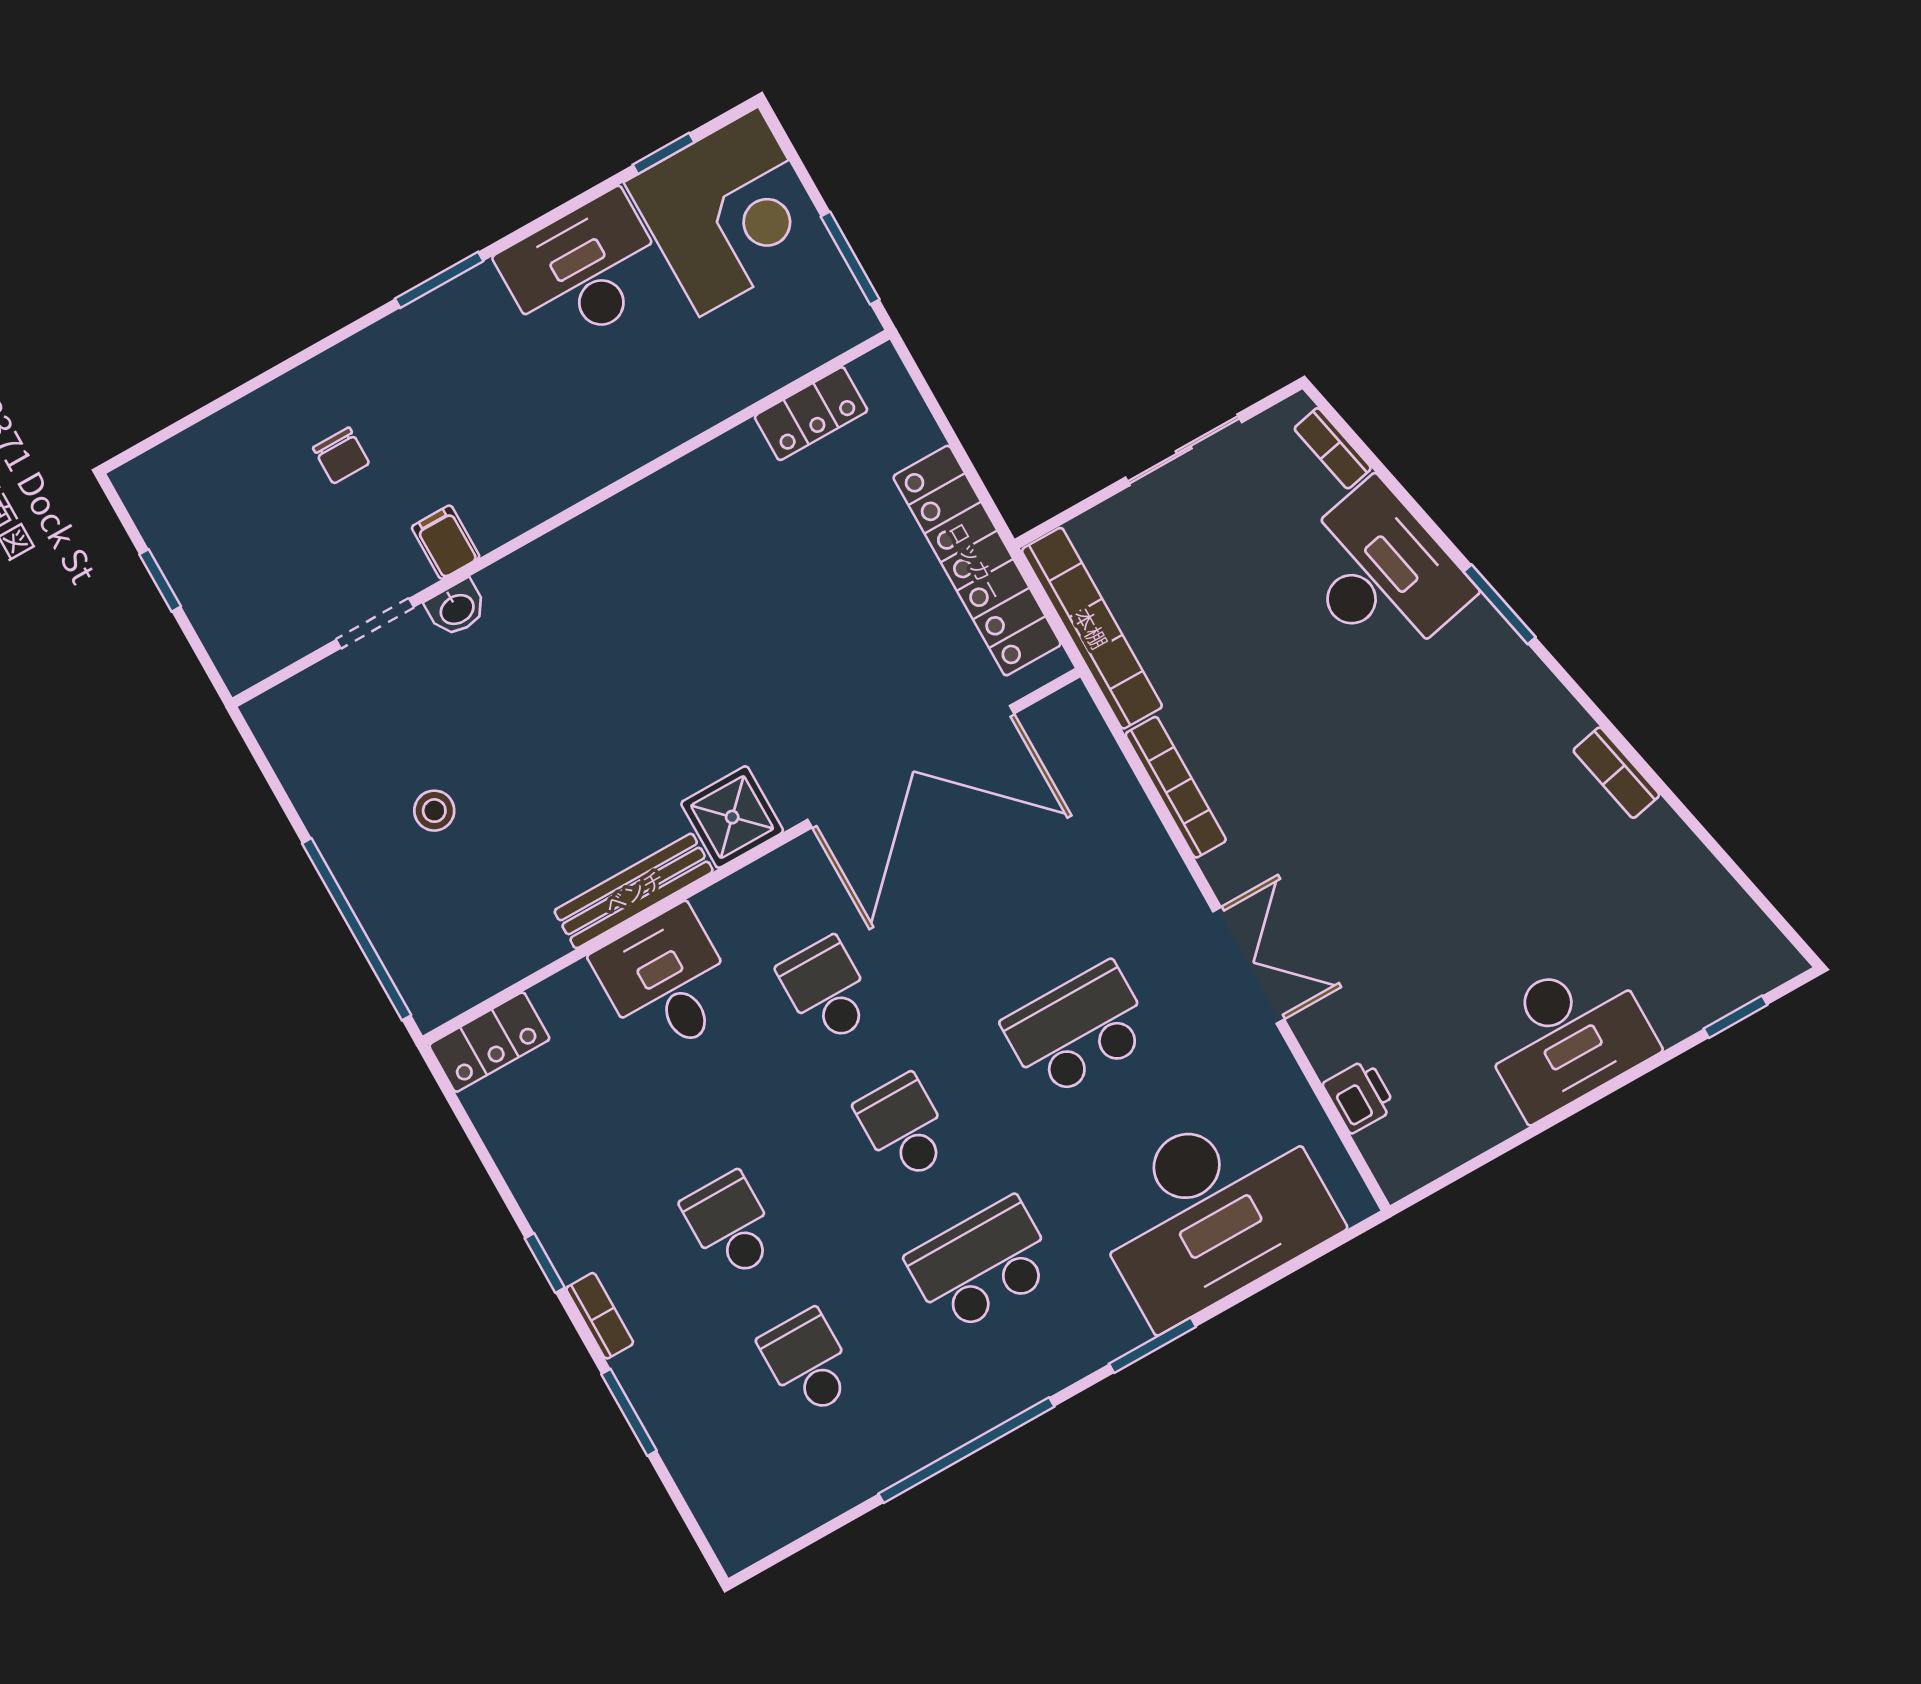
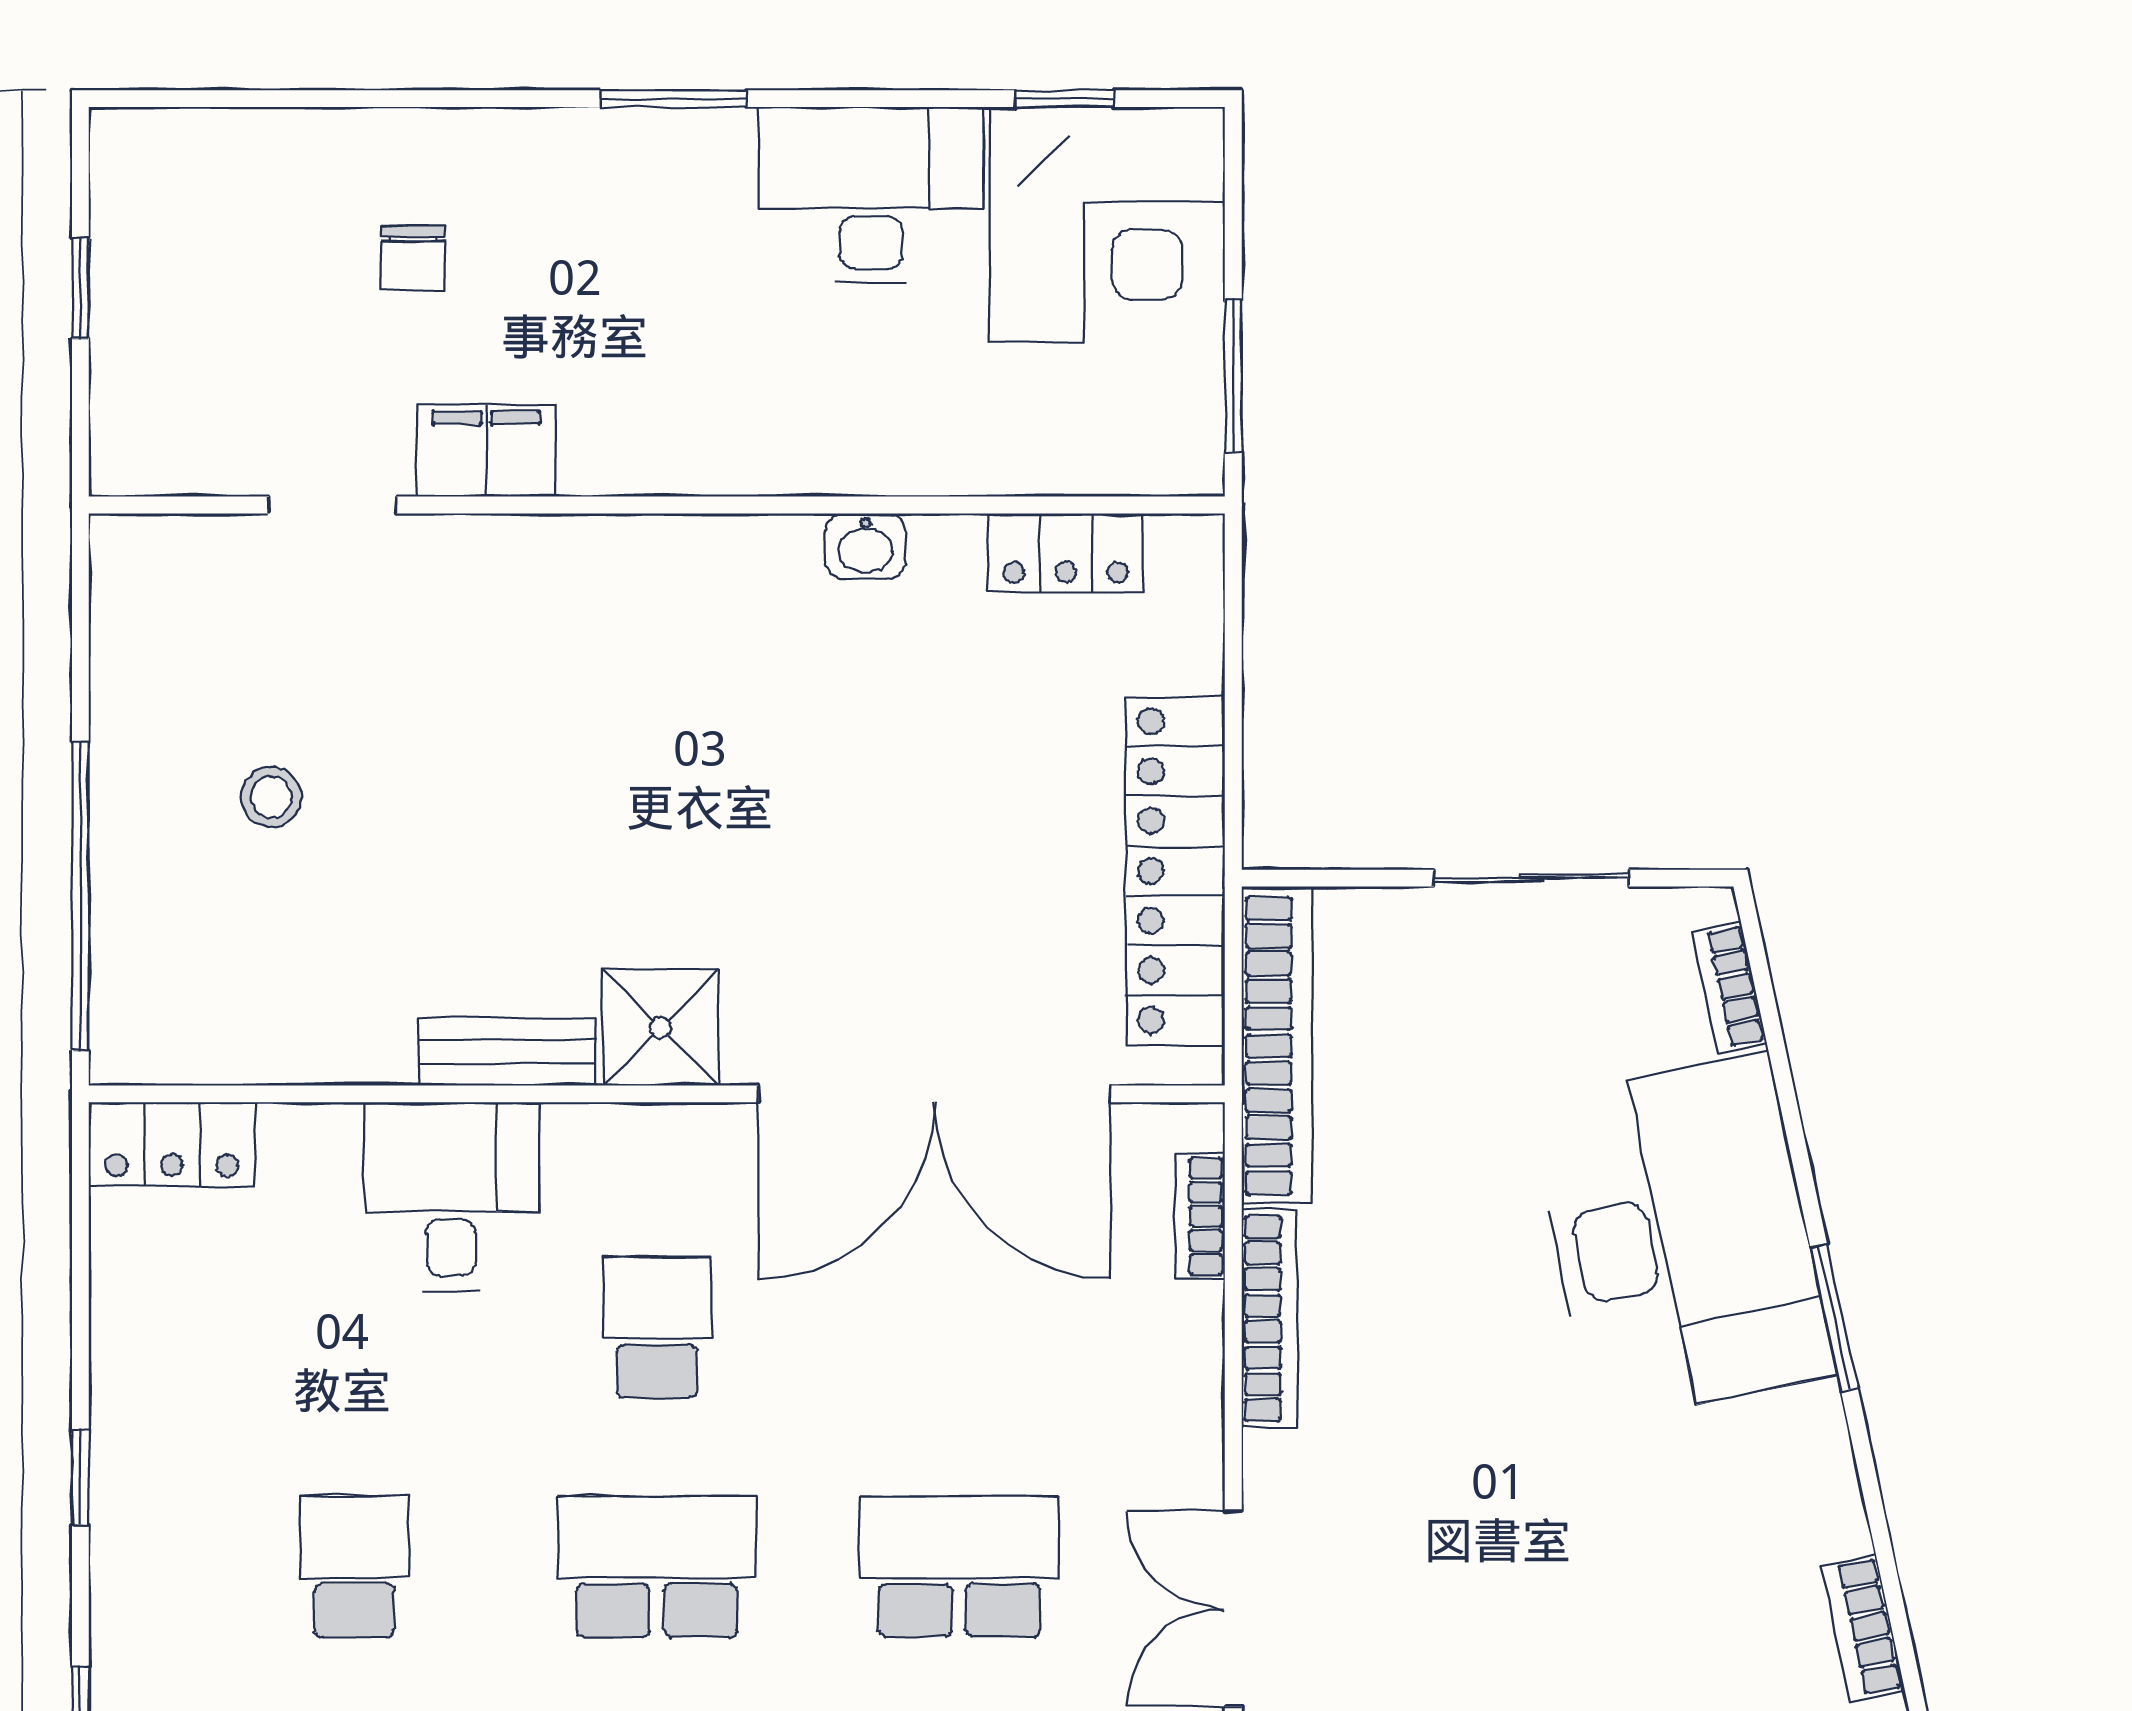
filing cabinet: (446, 542) -> (486, 450), width x2.00
desk: (1381, 573) -> (1681, 1238), width x1.36, depth x1.30
washbasin: (457, 608) -> (865, 546), moved
bench: (634, 891) -> (507, 1052), width x0.73
double door: (1249, 965) -> (1233, 1608), swing flipped
school desk: (904, 1128) -> (657, 1567), width x1.85
bookcase: (600, 1316) -> (1200, 1216), moved, turned 180

